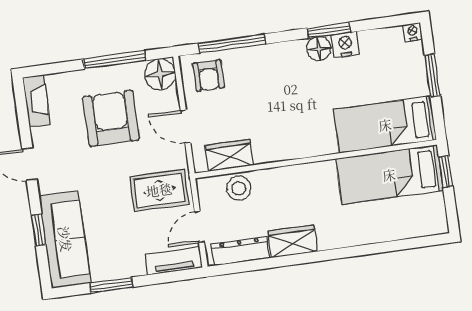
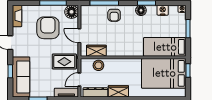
nightstand: (345, 45) -> (163, 10), moved
armchair: (208, 75) -> (114, 15), moved
bed: (389, 175) -> (164, 73), width x1.50

